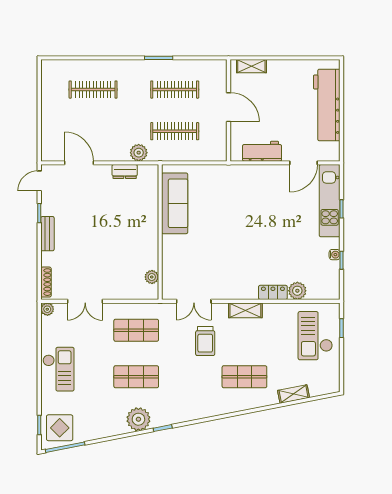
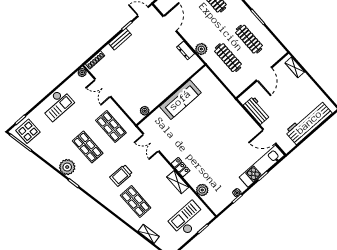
sofa: (175, 203) -> (180, 100), moved
locker: (273, 292) -> (181, 167), moved
shelving: (245, 310) -> (178, 182), moved
trolley: (205, 341) -> (121, 175), moved

